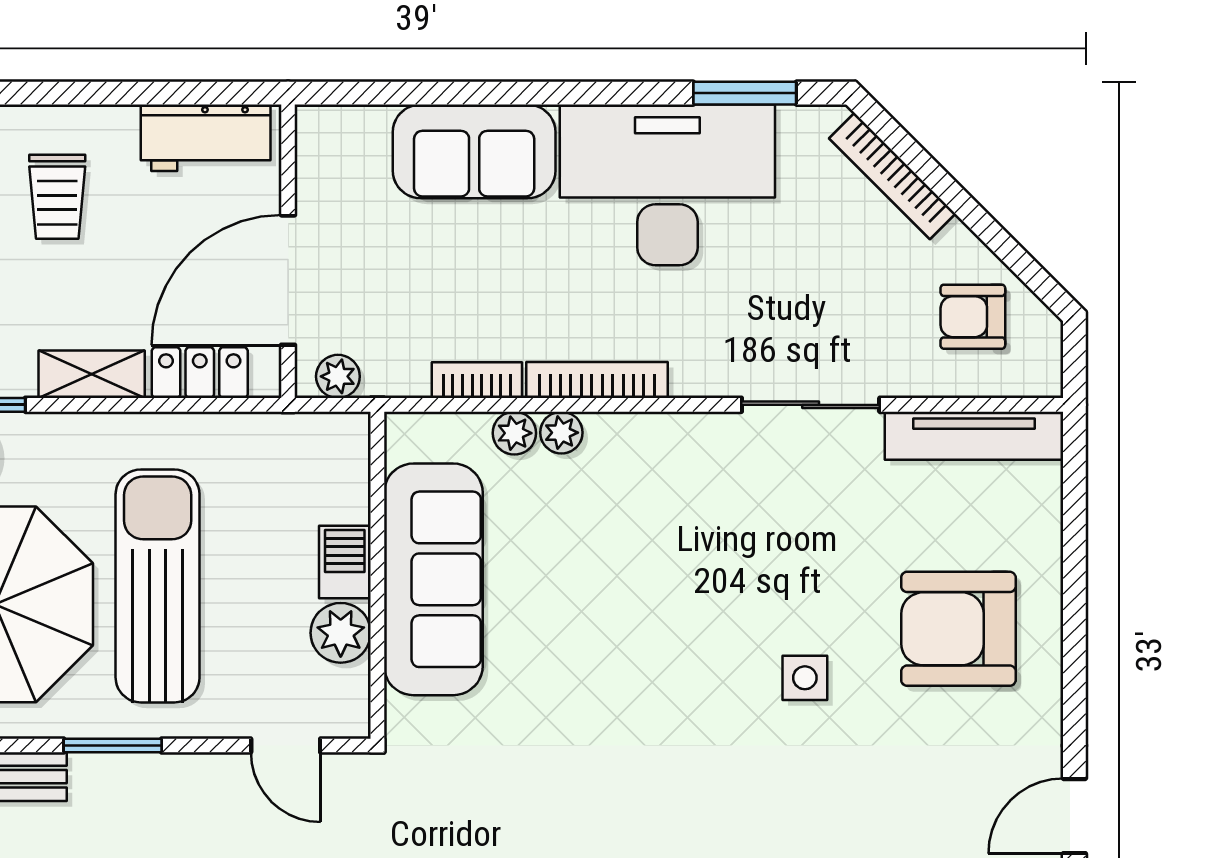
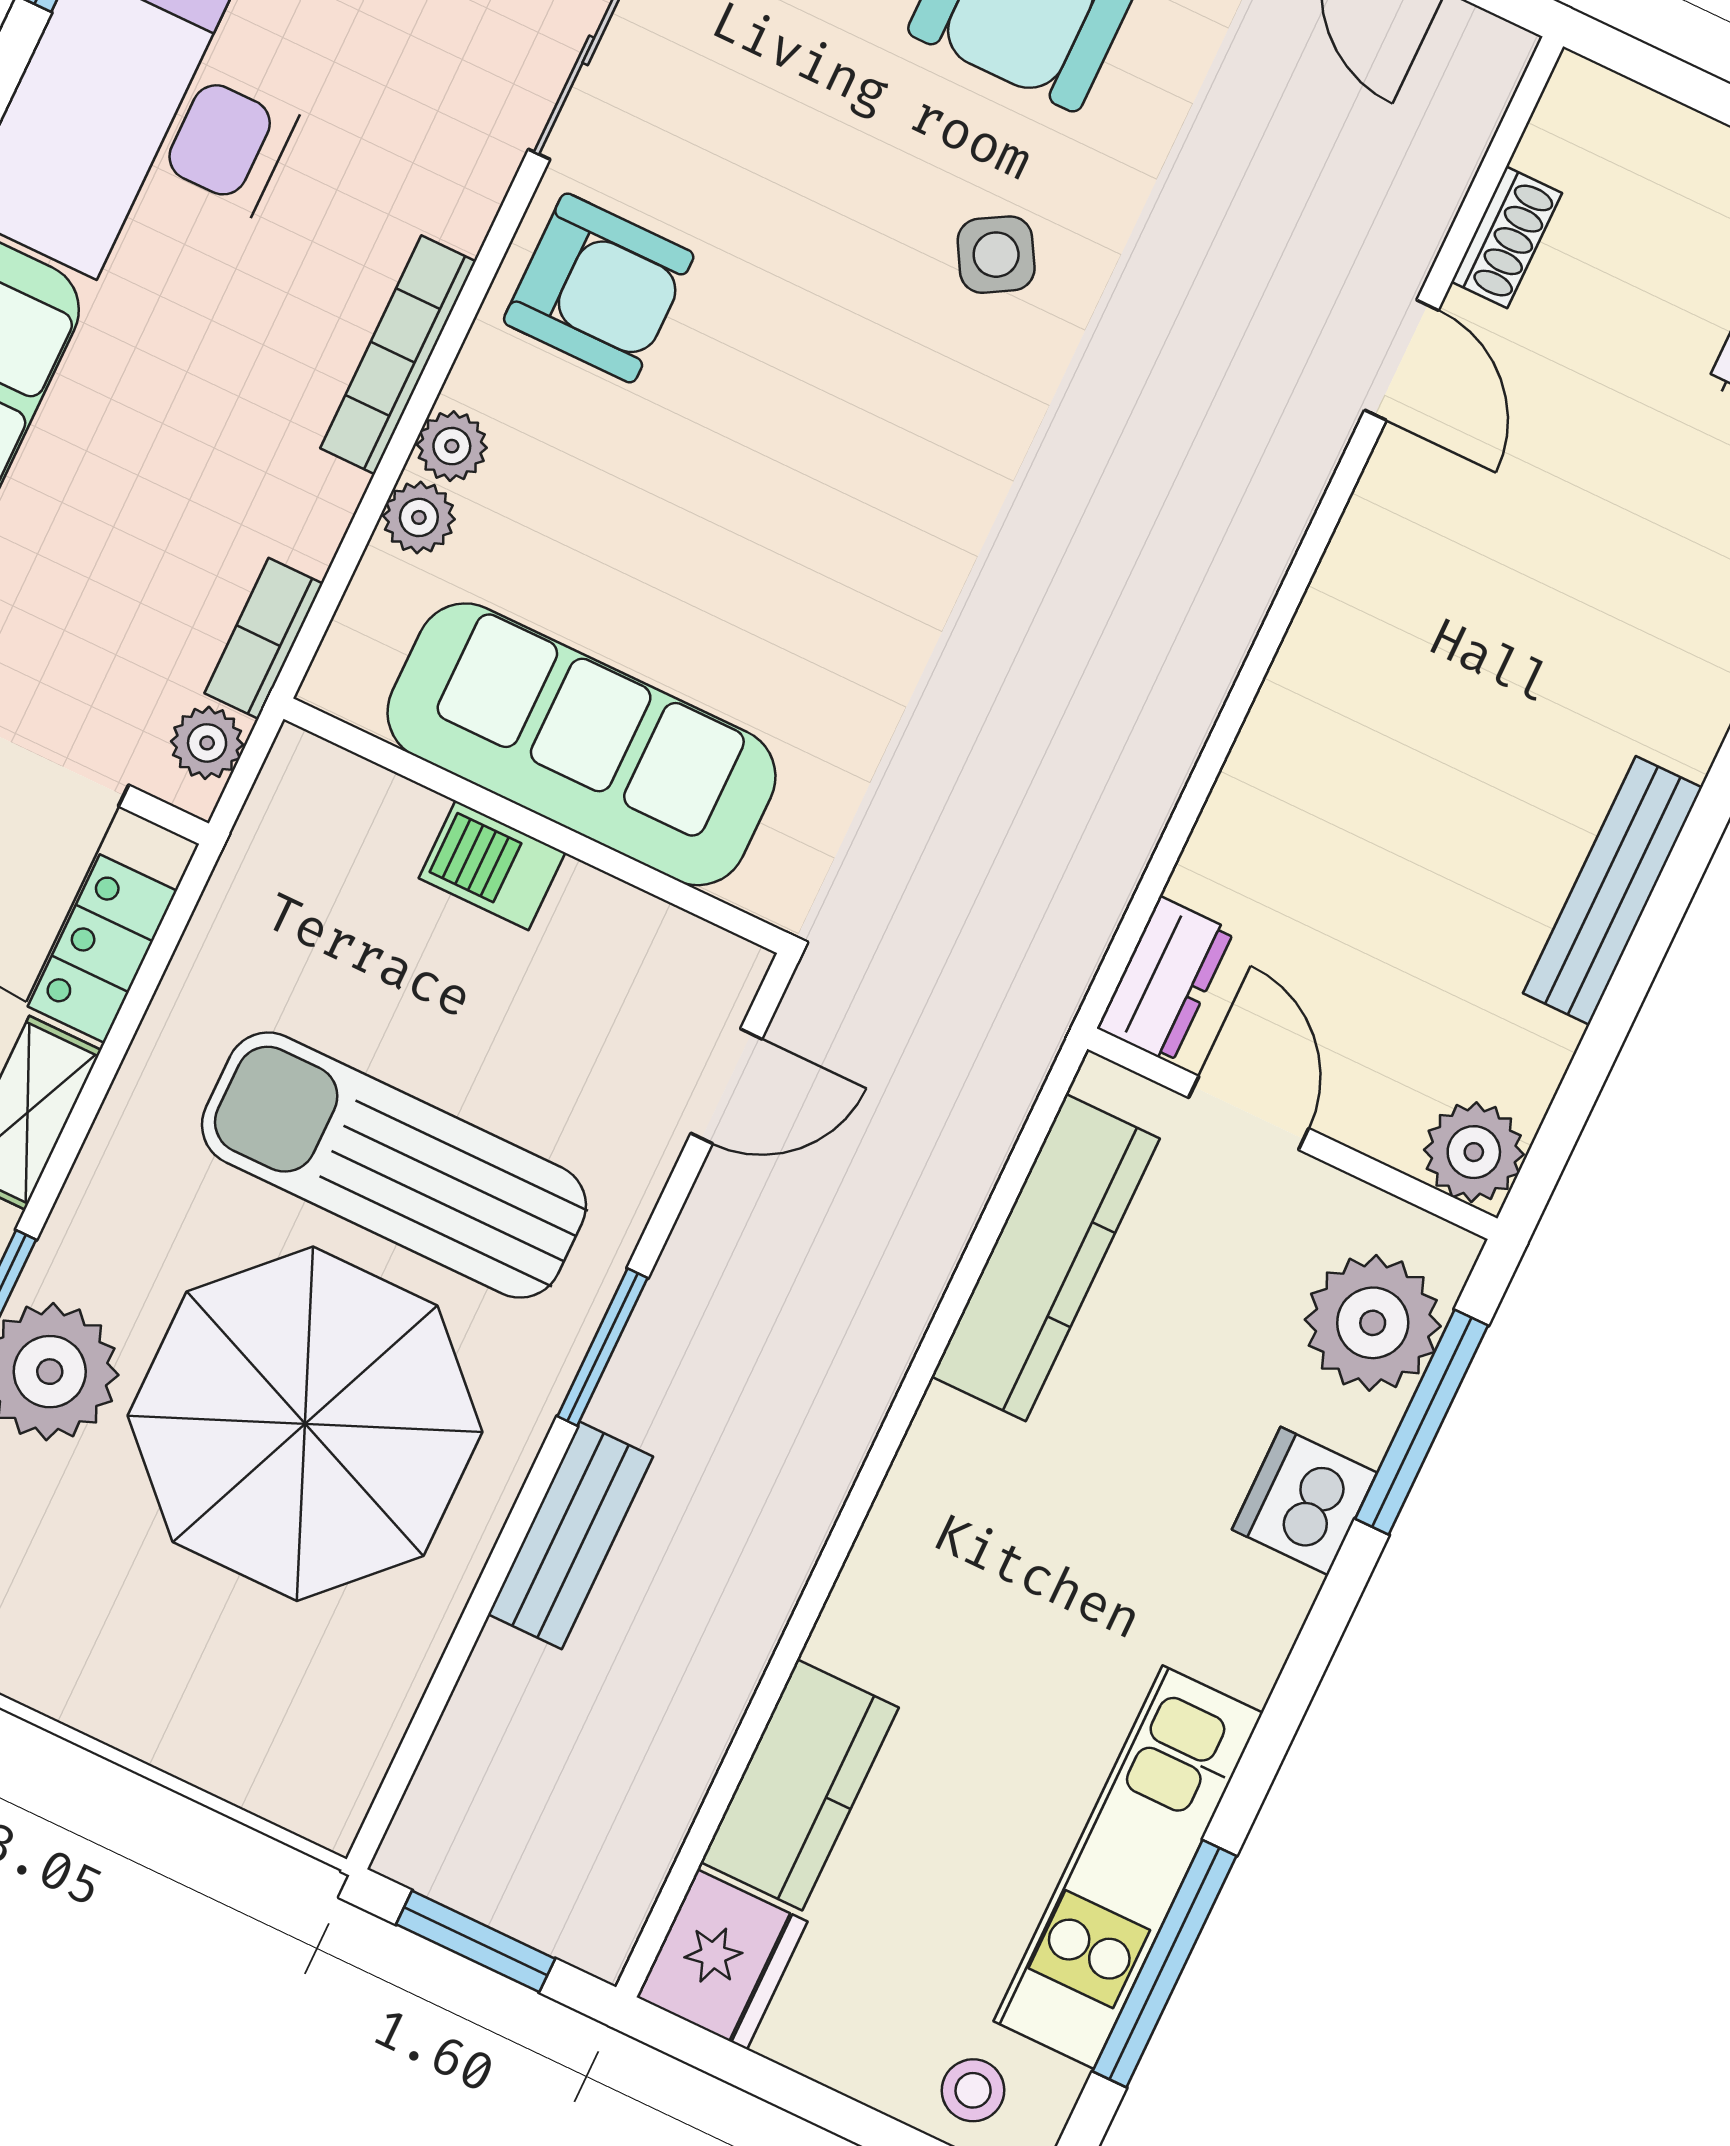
bookcase: (477, 380) -> (264, 638), moved
armchair: (685, 471) -> (599, 288), added
plant: (341, 633) -> (596, 922), removed
side table: (805, 678) -> (996, 255), turned -30

